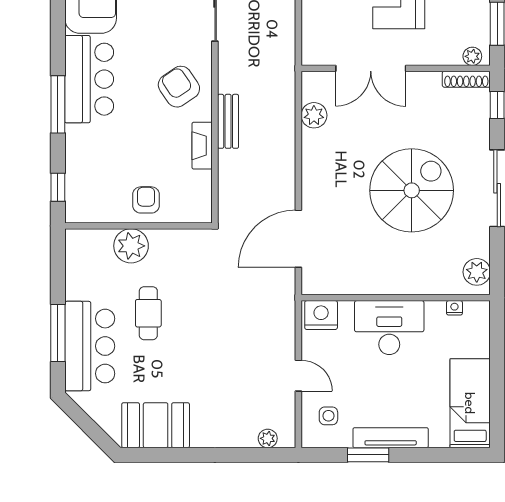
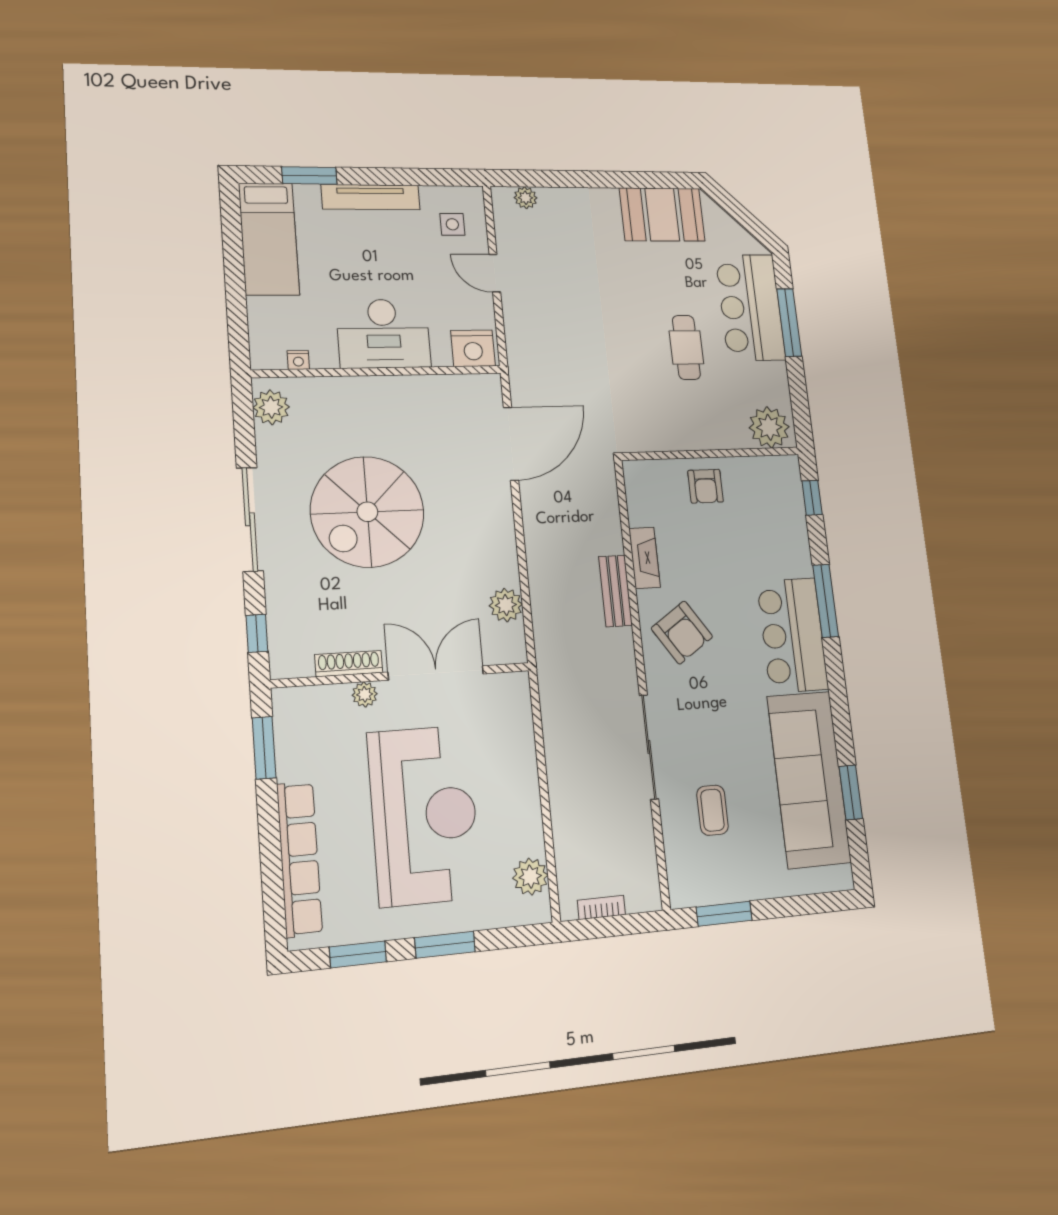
plant: (472, 56) -> (365, 694), moved
shoe rack: (466, 79) -> (349, 664), moved
plant: (131, 246) -> (769, 427), moved
window: (368, 455) -> (309, 175), moved

